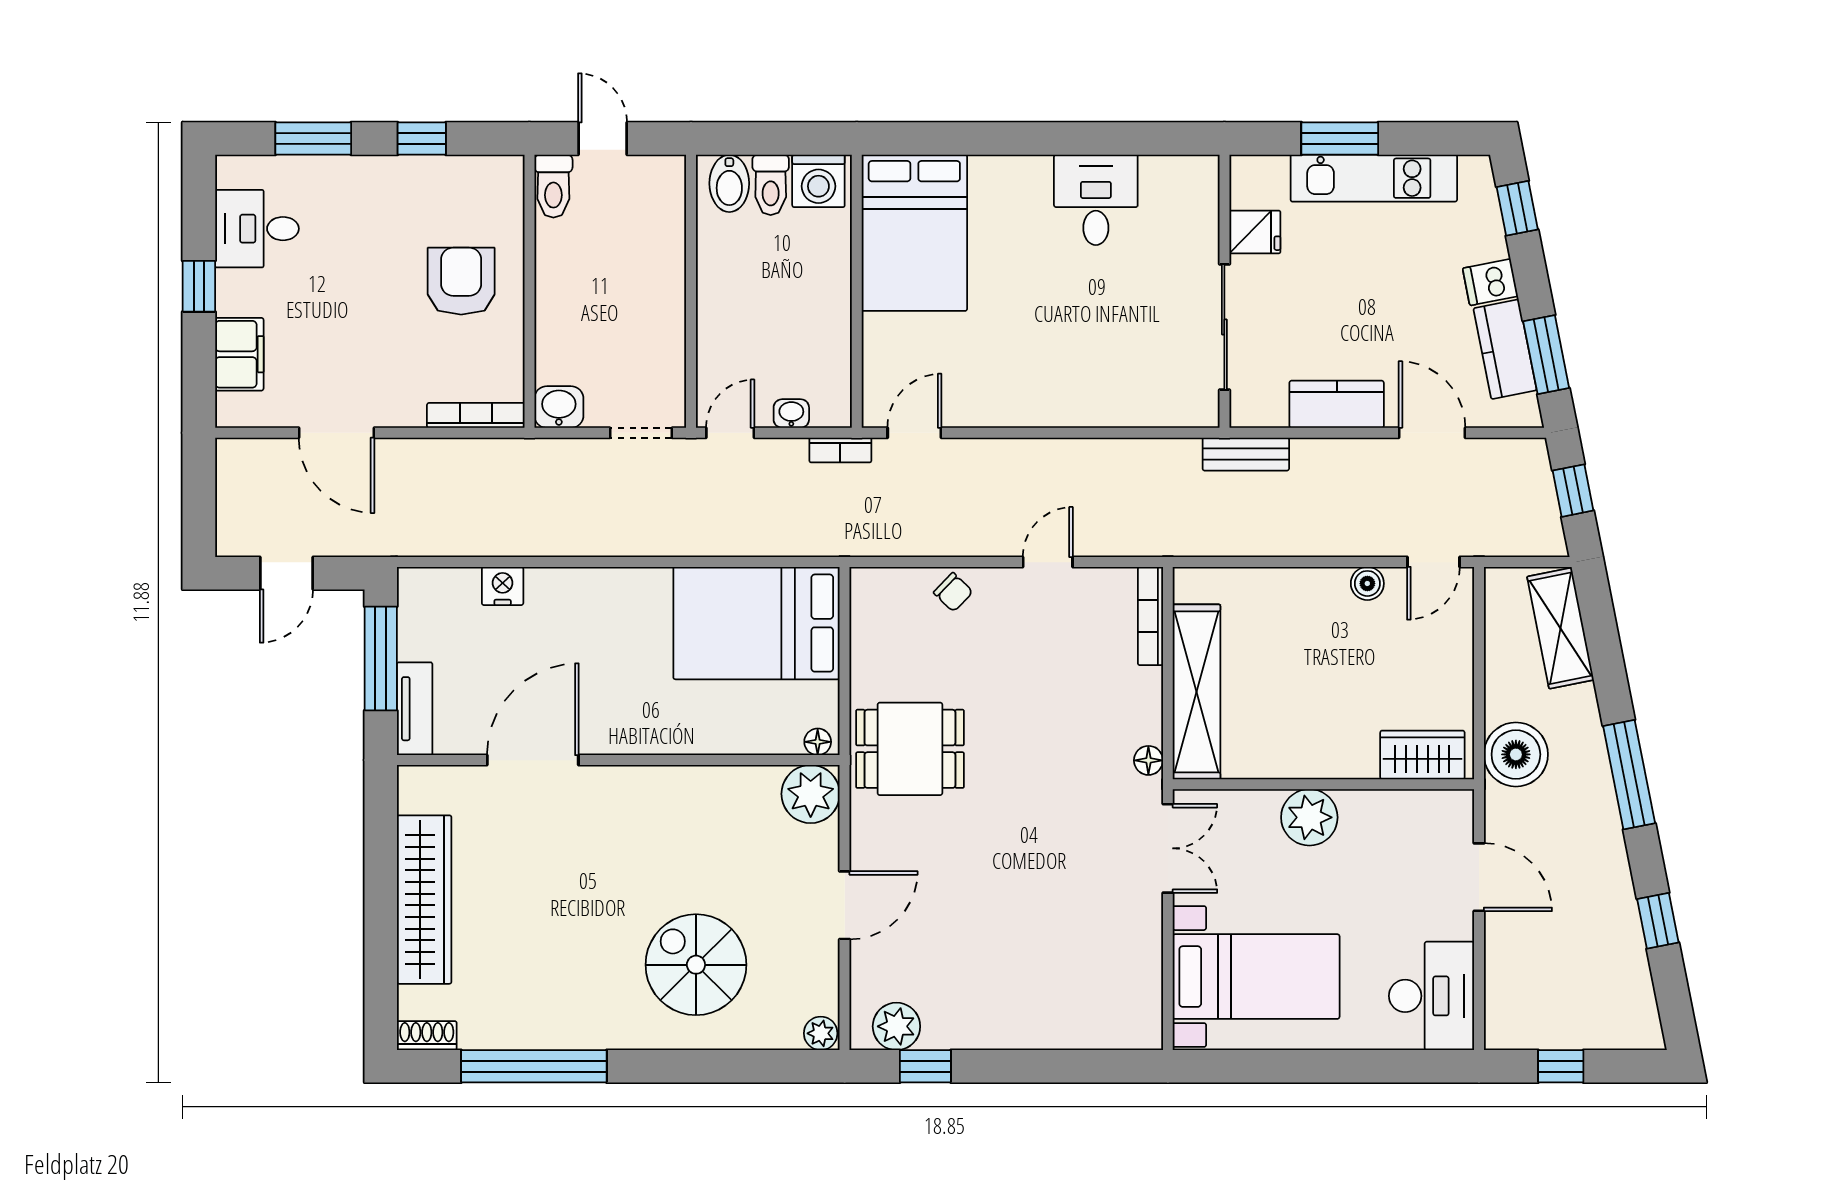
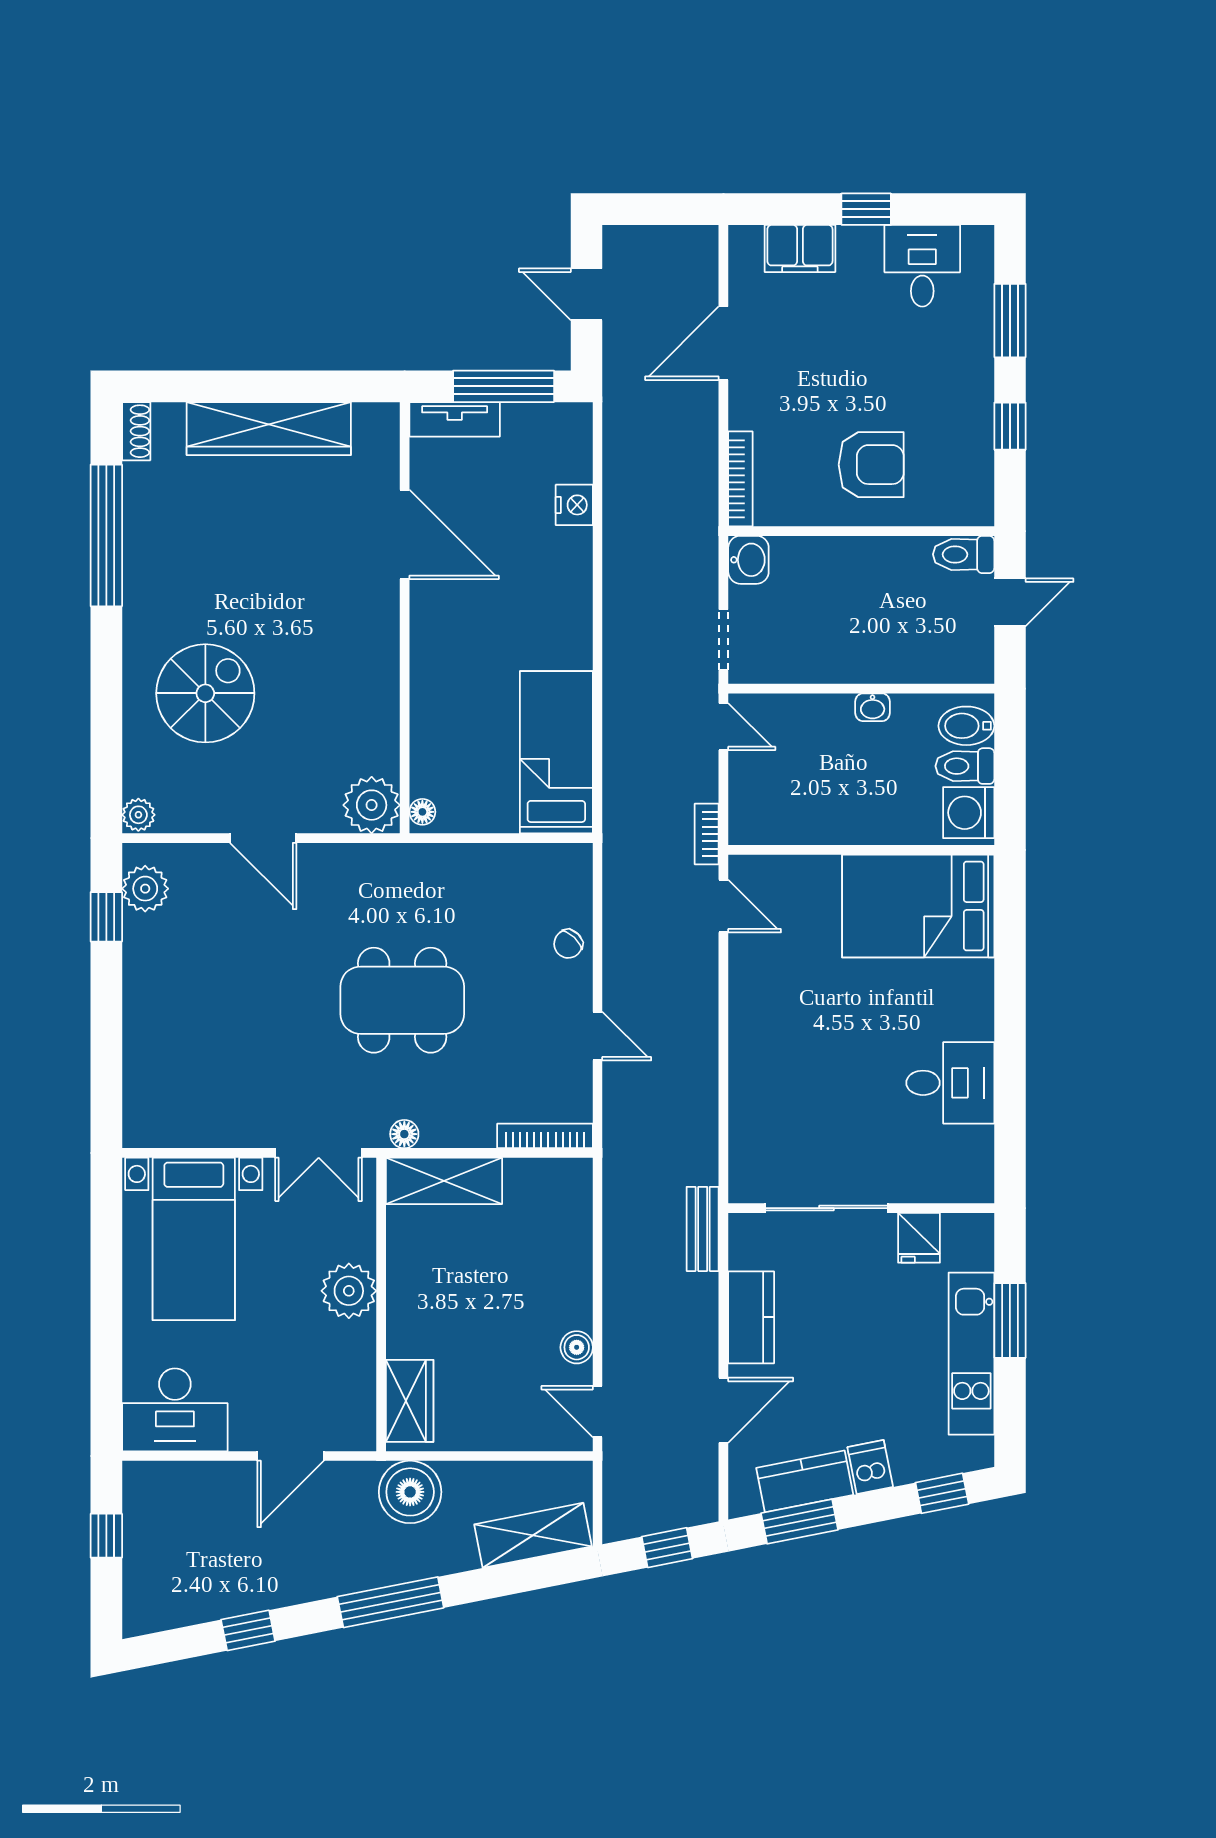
washbasin: (791, 414) -> (873, 707), moved, turned 90
bed: (757, 623) -> (556, 752), width x0.67
shelving: (1197, 692) -> (444, 1181), width x0.68
dining table: (910, 749) -> (402, 1000), moved, width x1.38

